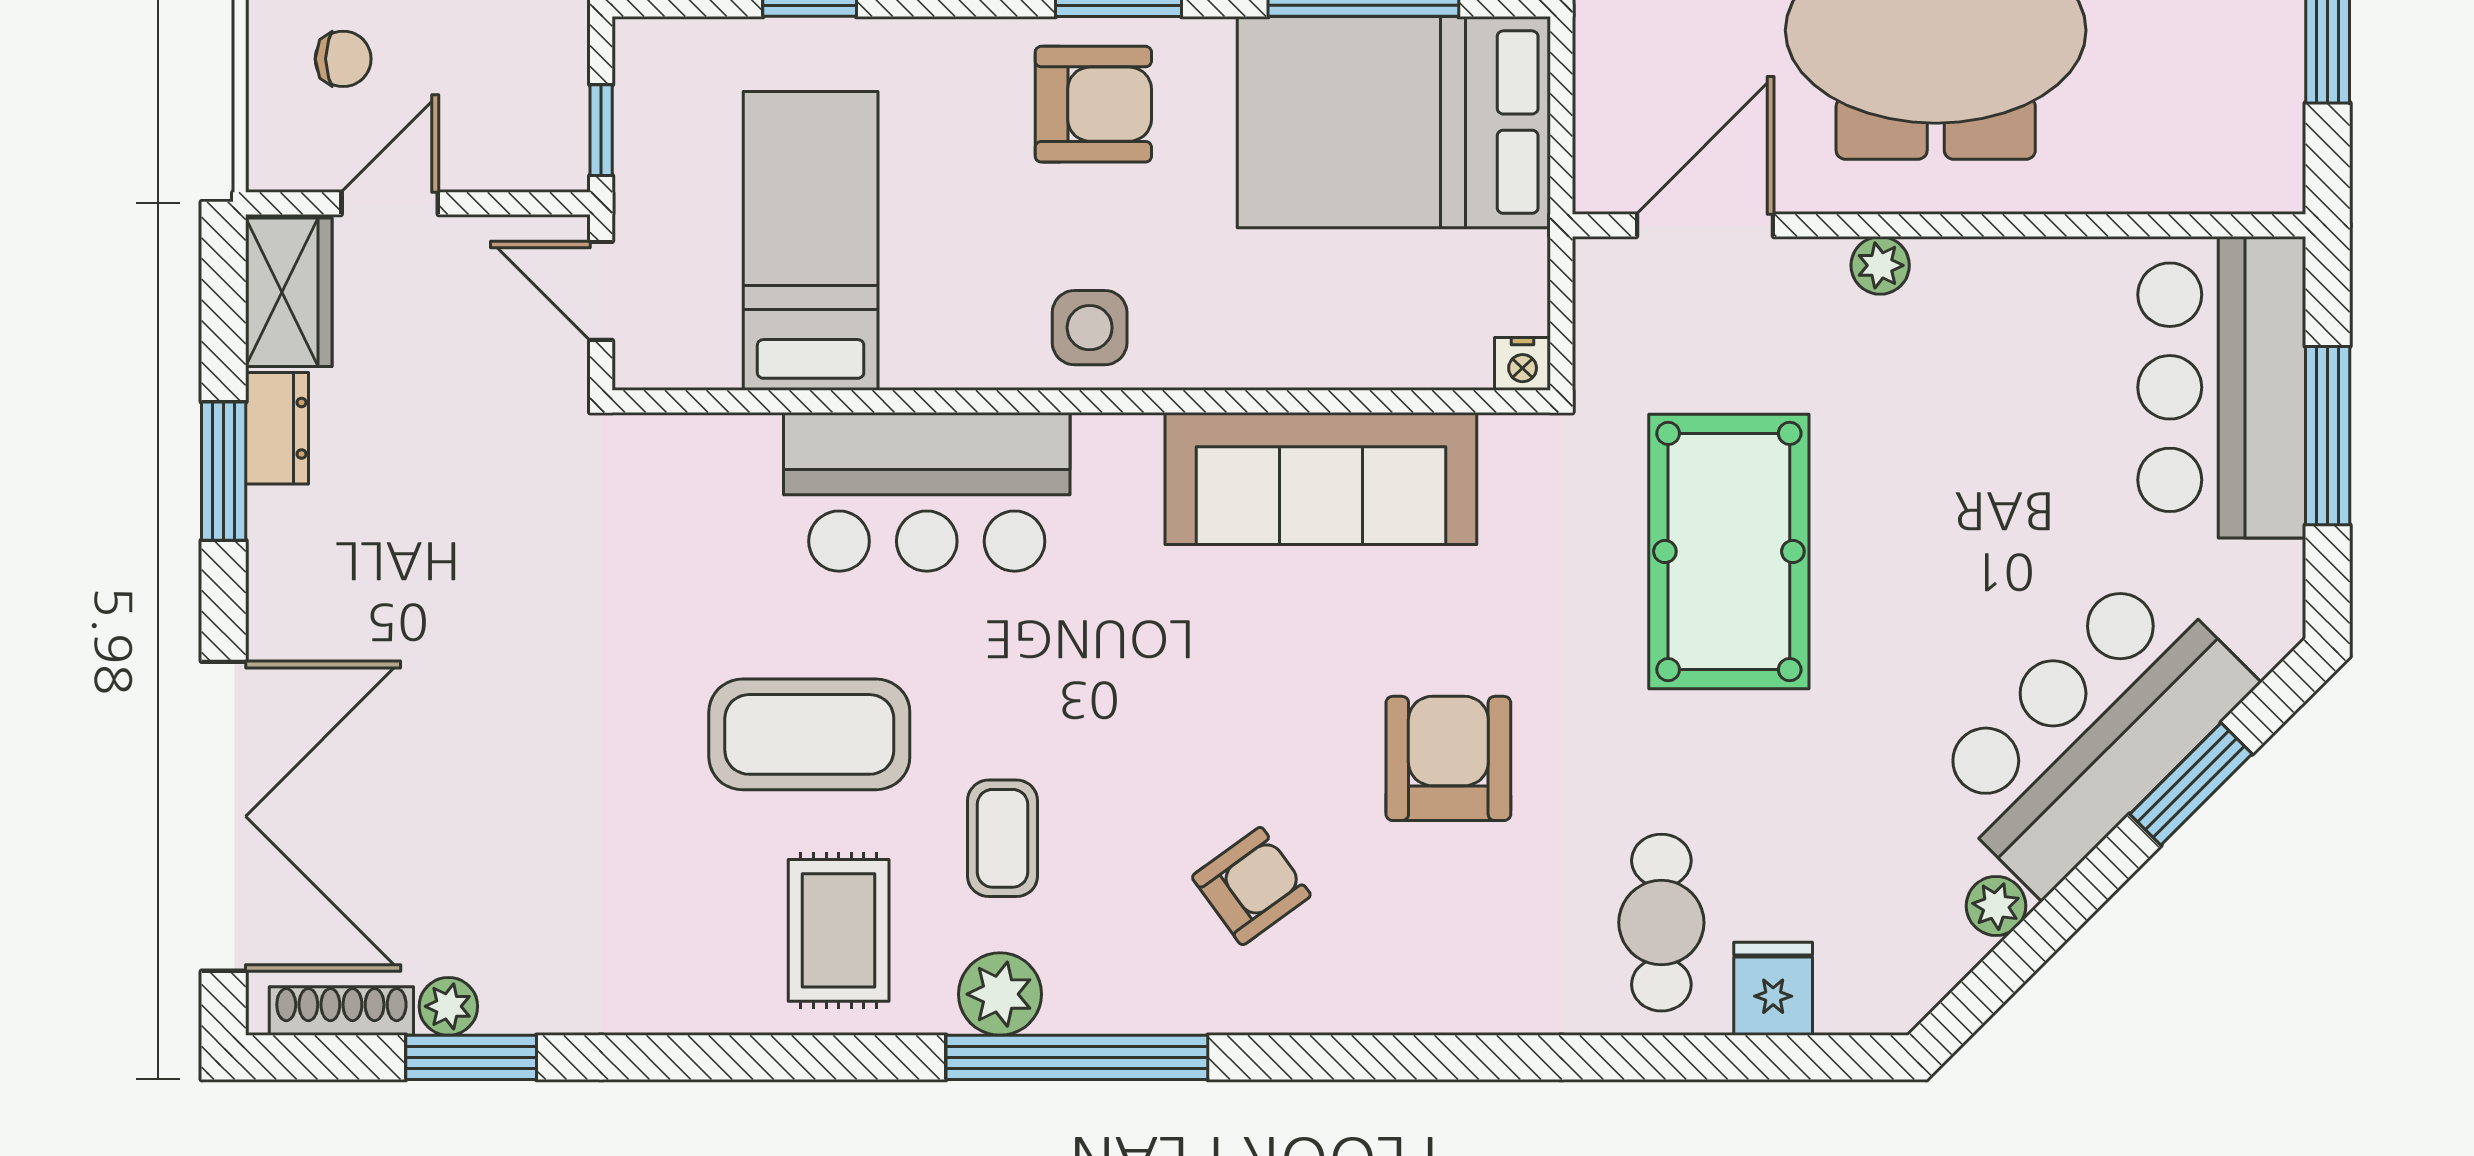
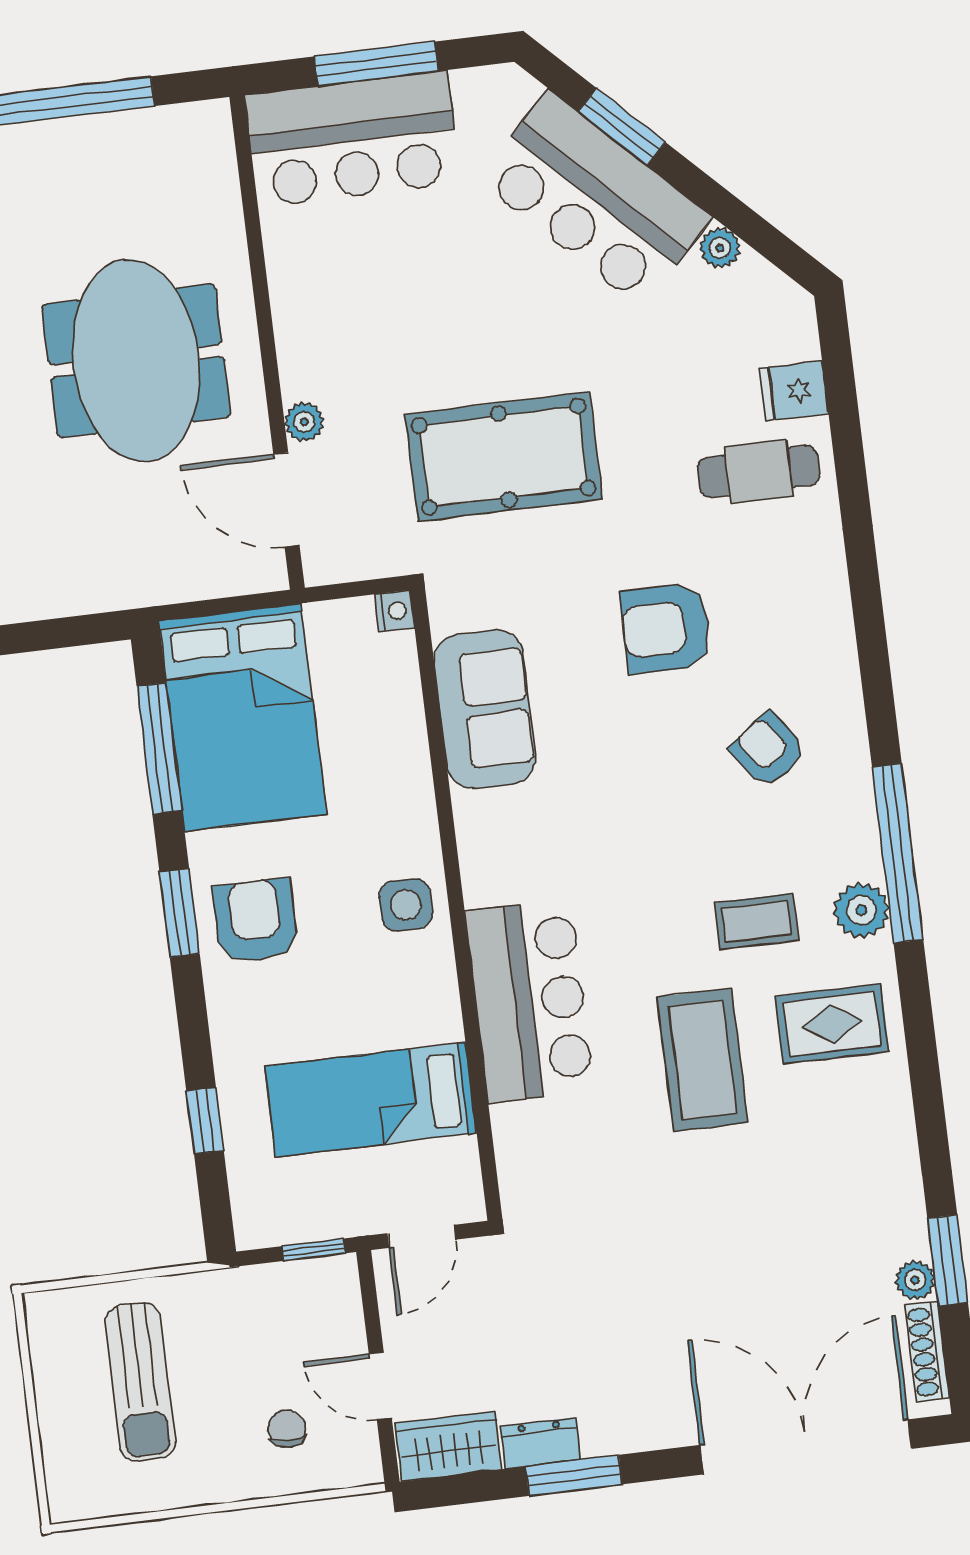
plant: (1880, 265) -> (304, 422), moved
sofa: (1321, 479) -> (485, 709), width x0.73

